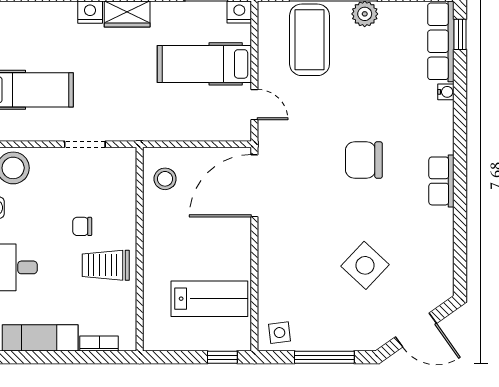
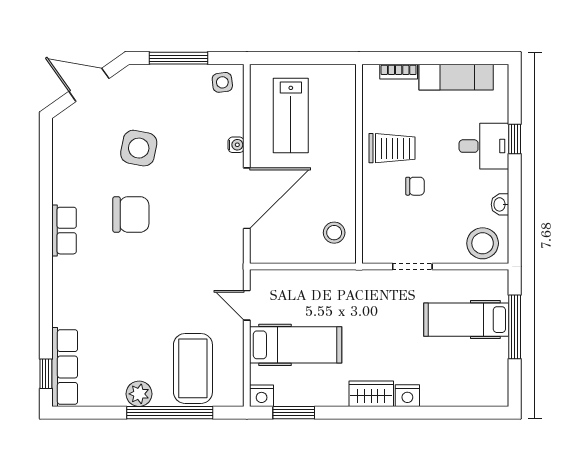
water cooler: (446, 92) -> (236, 145), moved, turned 180
chair: (364, 160) -> (131, 214), moved
door: (254, 186) -> (247, 198), moved
side table: (365, 265) -> (139, 148), turned -32
lab bench: (209, 299) -> (291, 116), turned -90
window: (222, 357) -> (278, 58), removed

